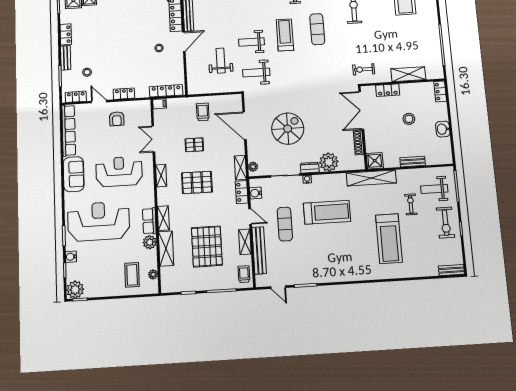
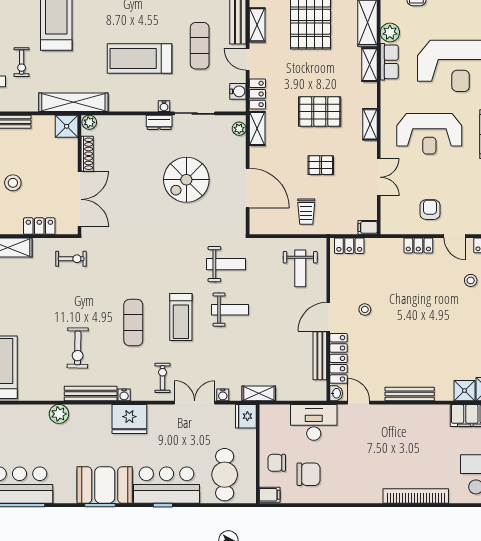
weight bench: (221, 61) -> (300, 268), moved
locker: (166, 91) -> (349, 246), width x0.66
plant: (329, 162) -> (89, 122), moved, width x0.53, depth x0.53

